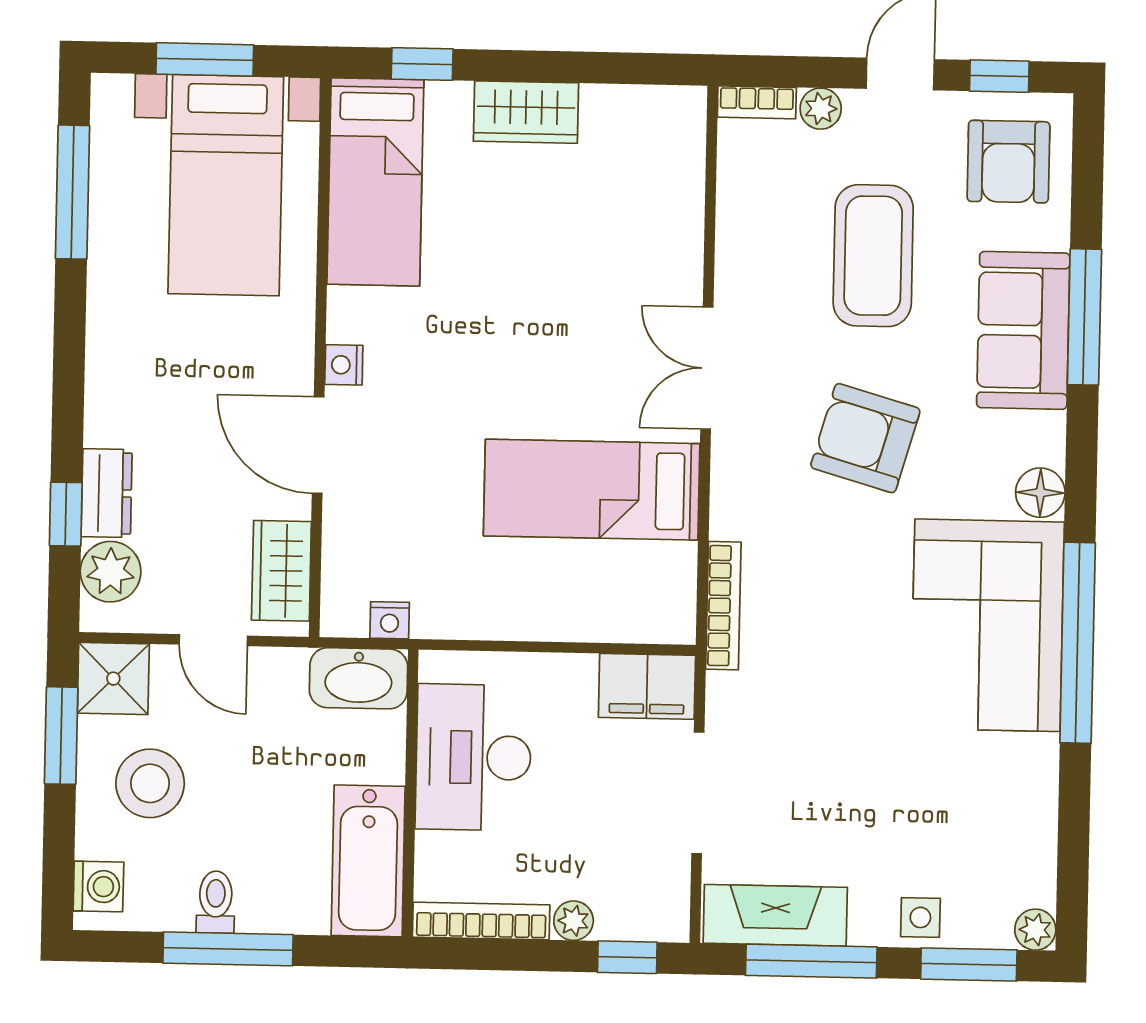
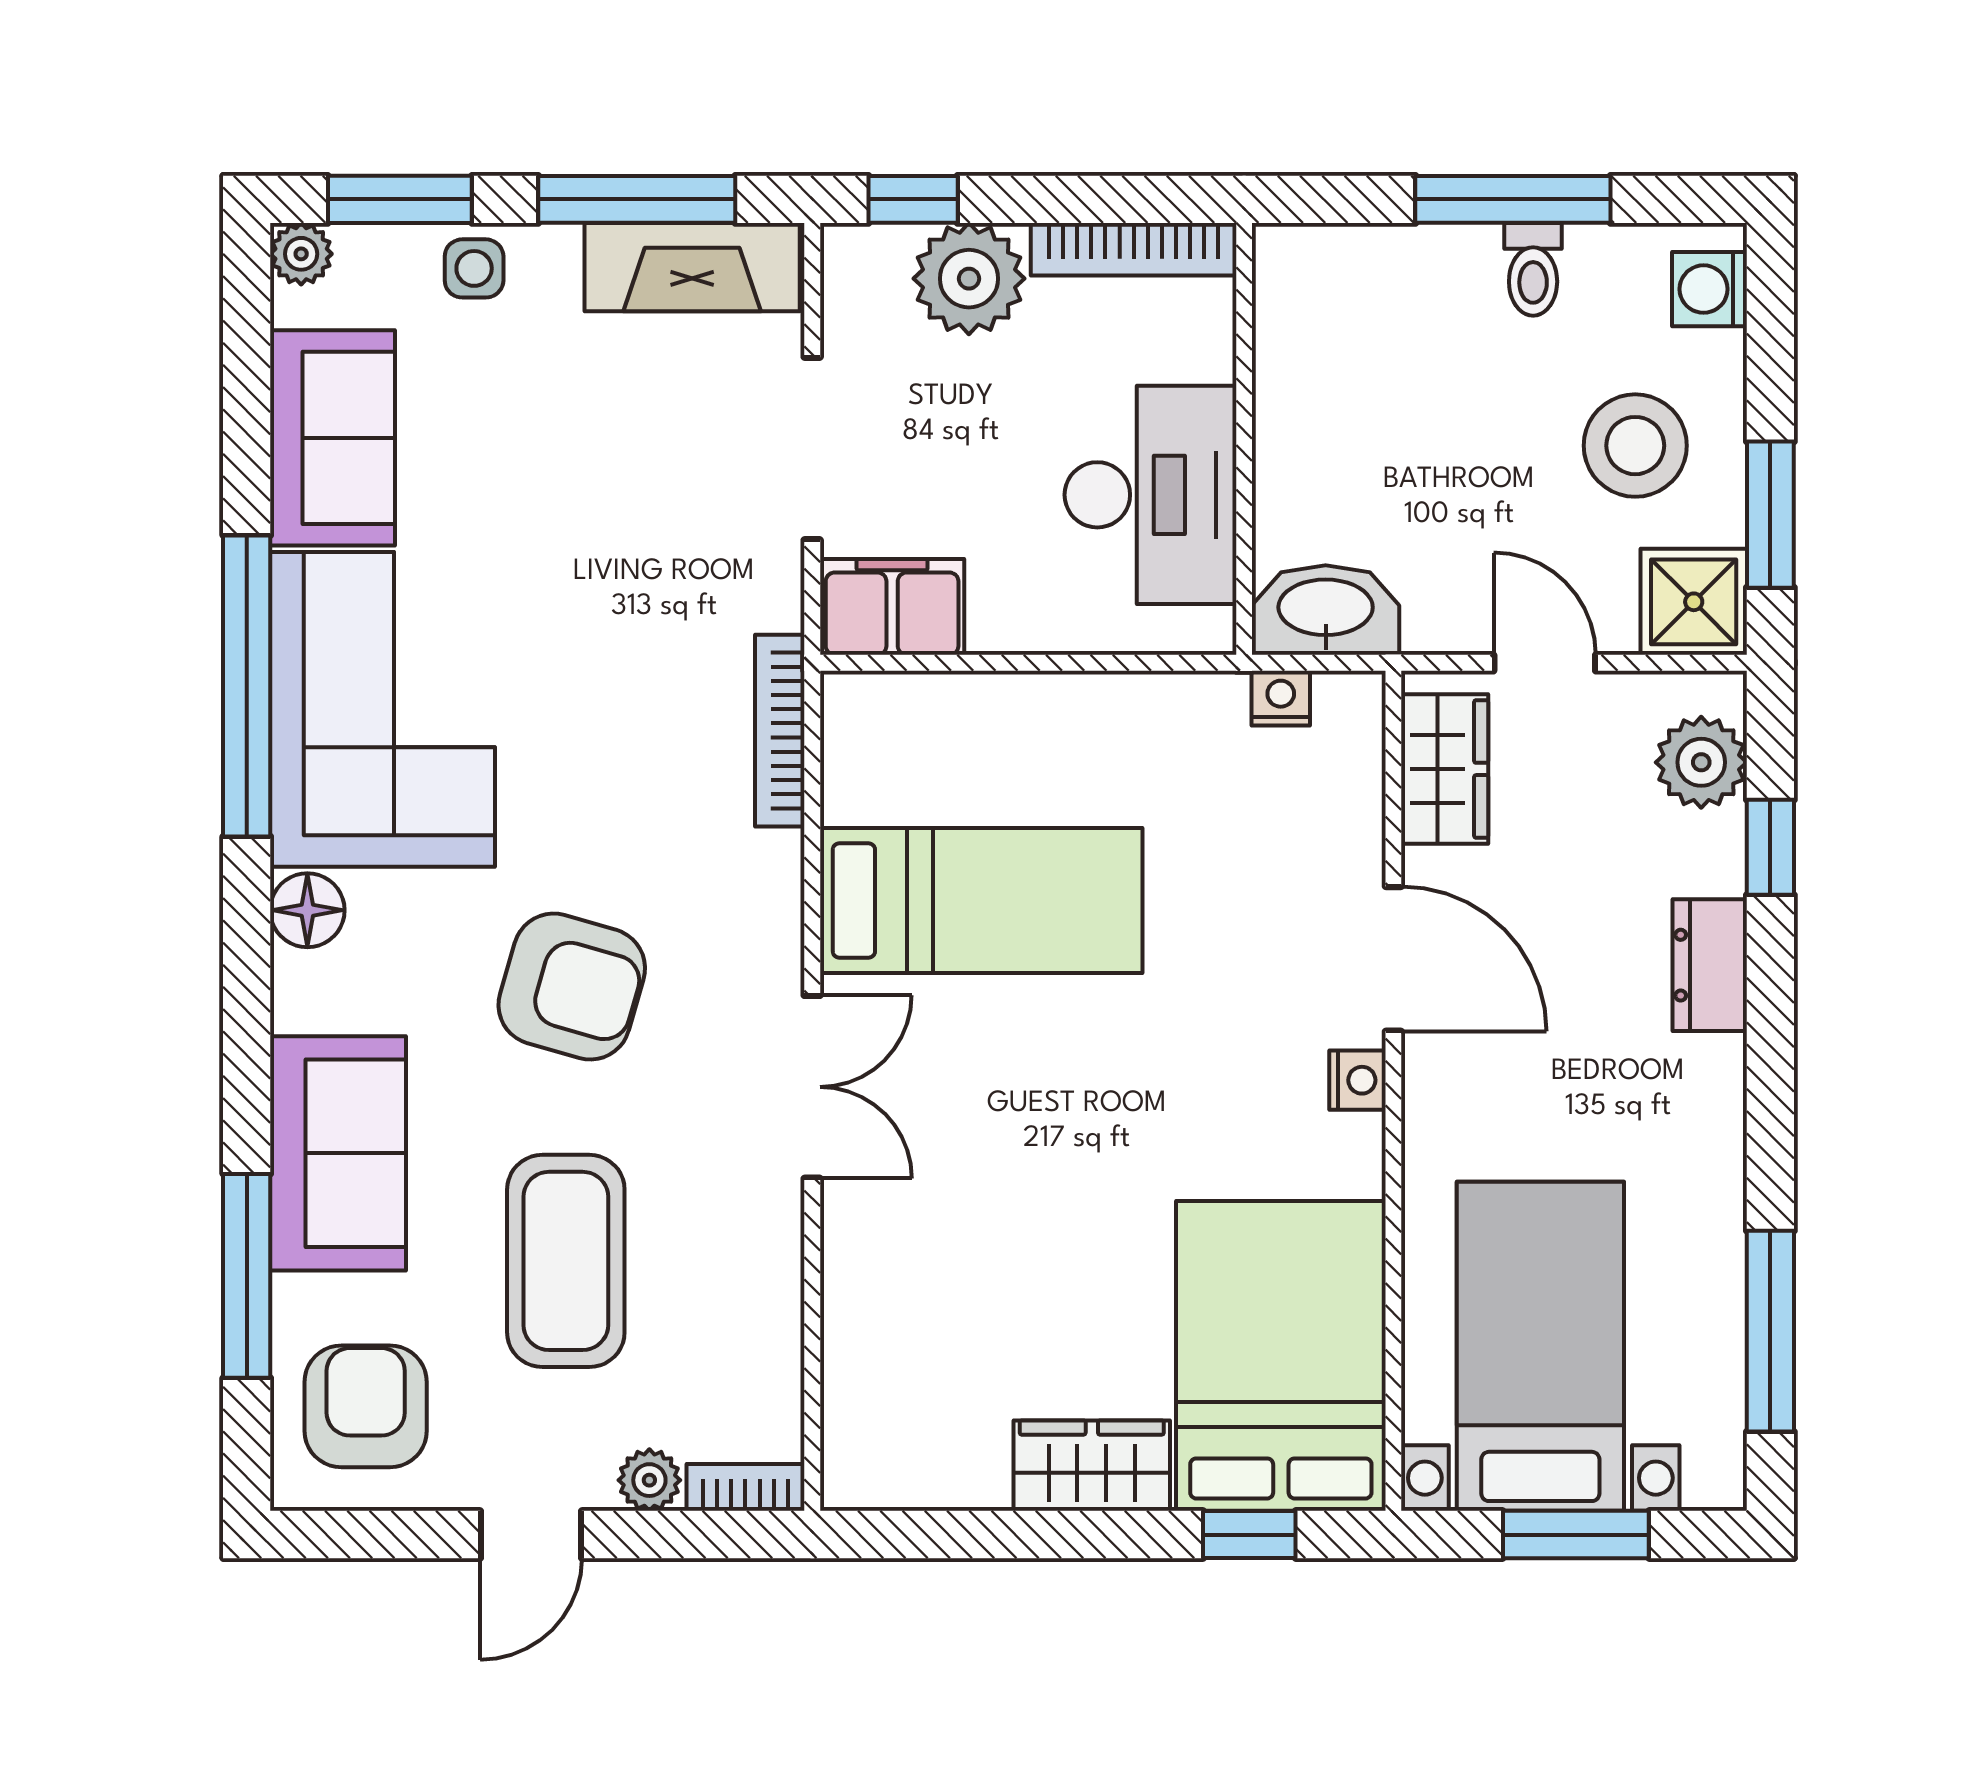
window: (999, 76) -> (382, 1535), removed
bed: (375, 182) -> (1281, 1356), width x1.50
window: (1084, 317) -> (247, 1276), moved
dresser: (107, 493) -> (1710, 965), moved
sofa: (1017, 807) -> (333, 438), added
bathtub: (368, 861) -> (1305, 336), removed
plant: (574, 921) -> (969, 279), width x1.88, depth x1.88

